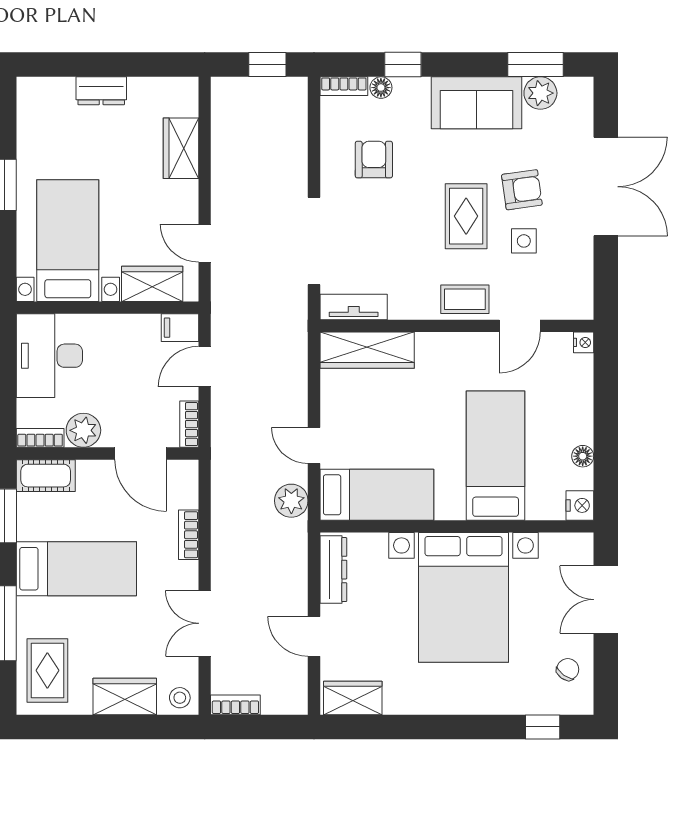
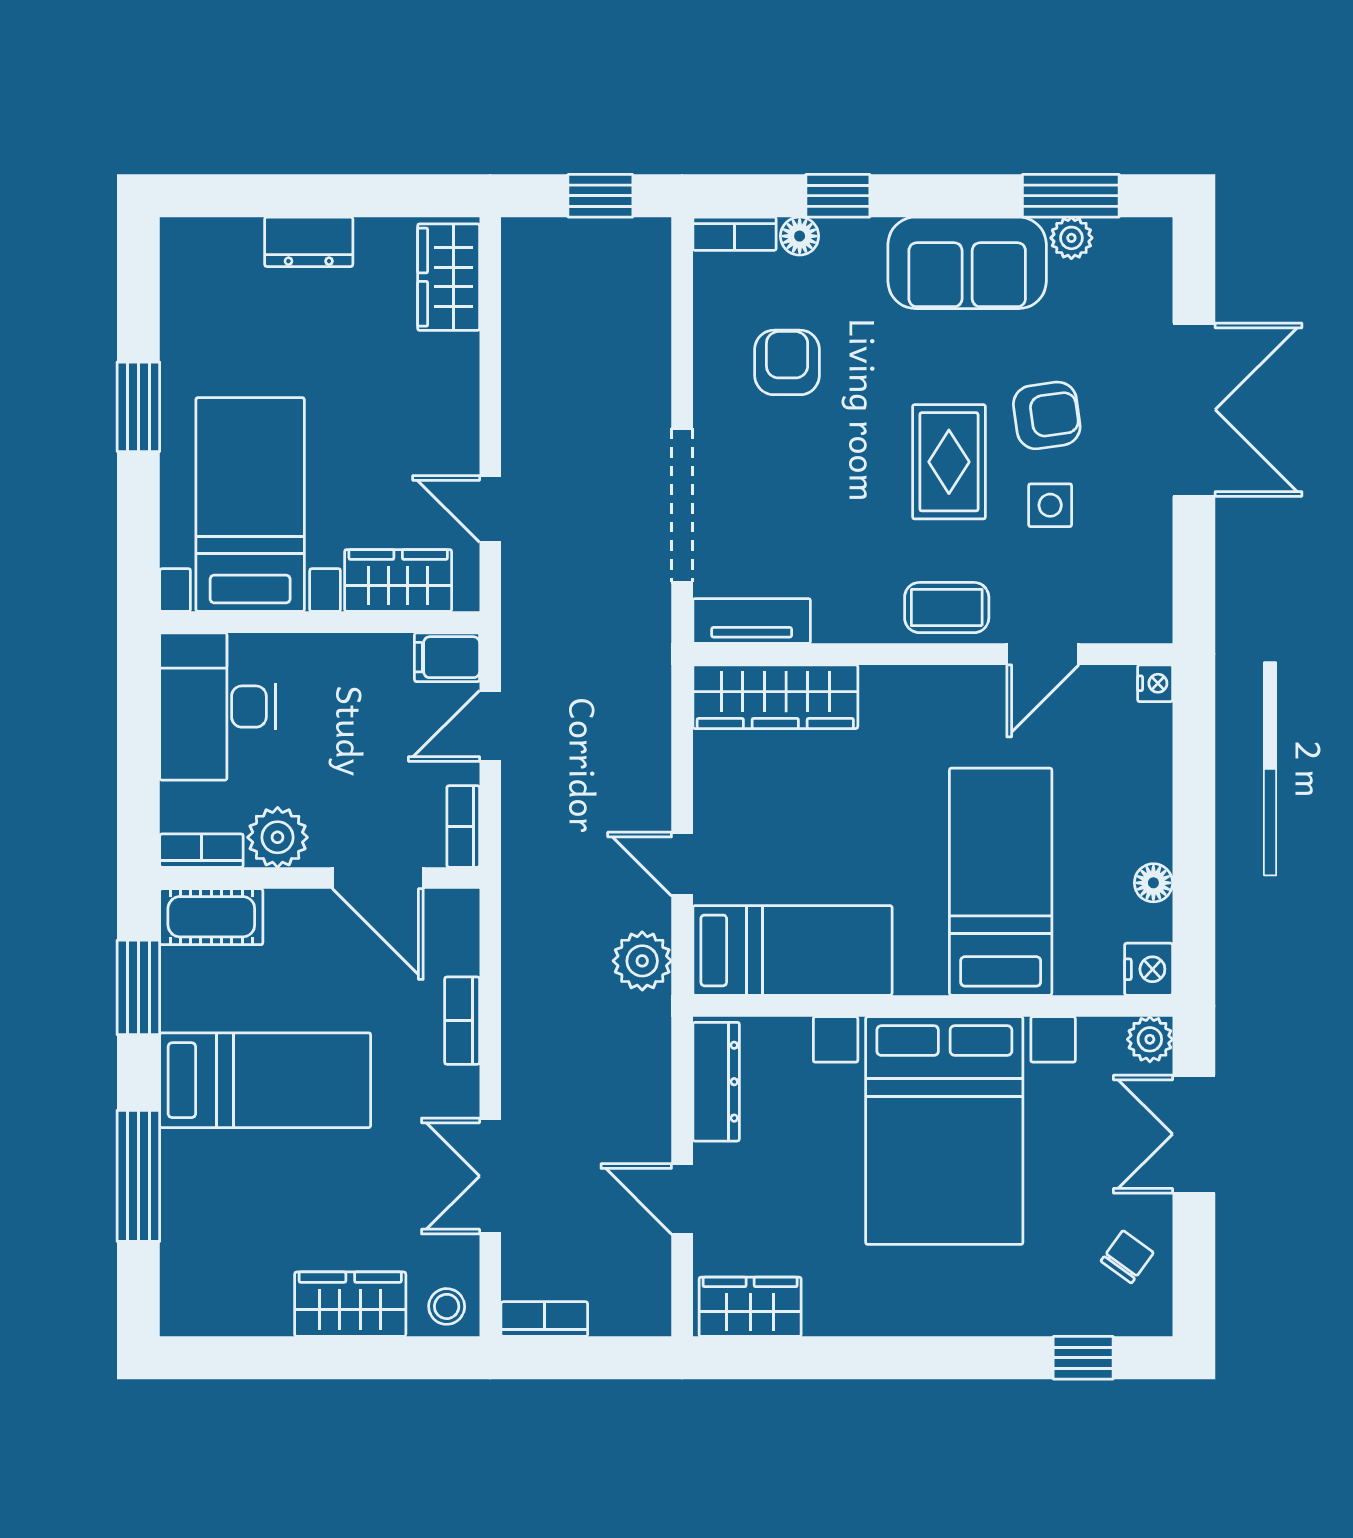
plant: (540, 93) -> (1071, 238), width x0.73, depth x0.73
wardrobe: (181, 148) -> (449, 277), moved
plant: (581, 545) -> (1150, 1039), added
rug: (47, 670) -> (214, 1259), removed

